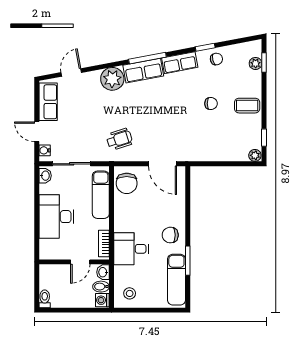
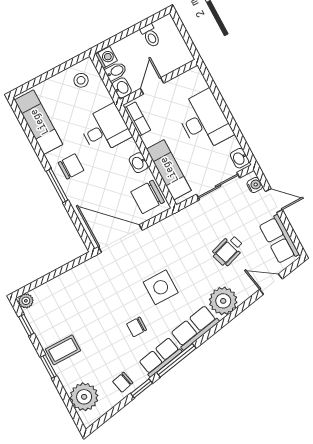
window: (147, 58) -> (176, 360), moved
window: (264, 62) -> (49, 366), moved
plant: (256, 63) -> (84, 397), width x1.88, depth x1.88
door: (71, 72) -> (271, 284), swing flipped
chair: (211, 104) -> (137, 327), moved
side table: (152, 113) -> (161, 287), added
wheelchair: (119, 139) -> (228, 250), moved
door: (163, 164) -> (120, 239), width x1.36
chair: (127, 183) -> (148, 197), turned -90
washbasin: (120, 212) -> (139, 163), added
window: (188, 261) -> (57, 186), moved
toilet: (45, 299) -> (150, 36), moved

